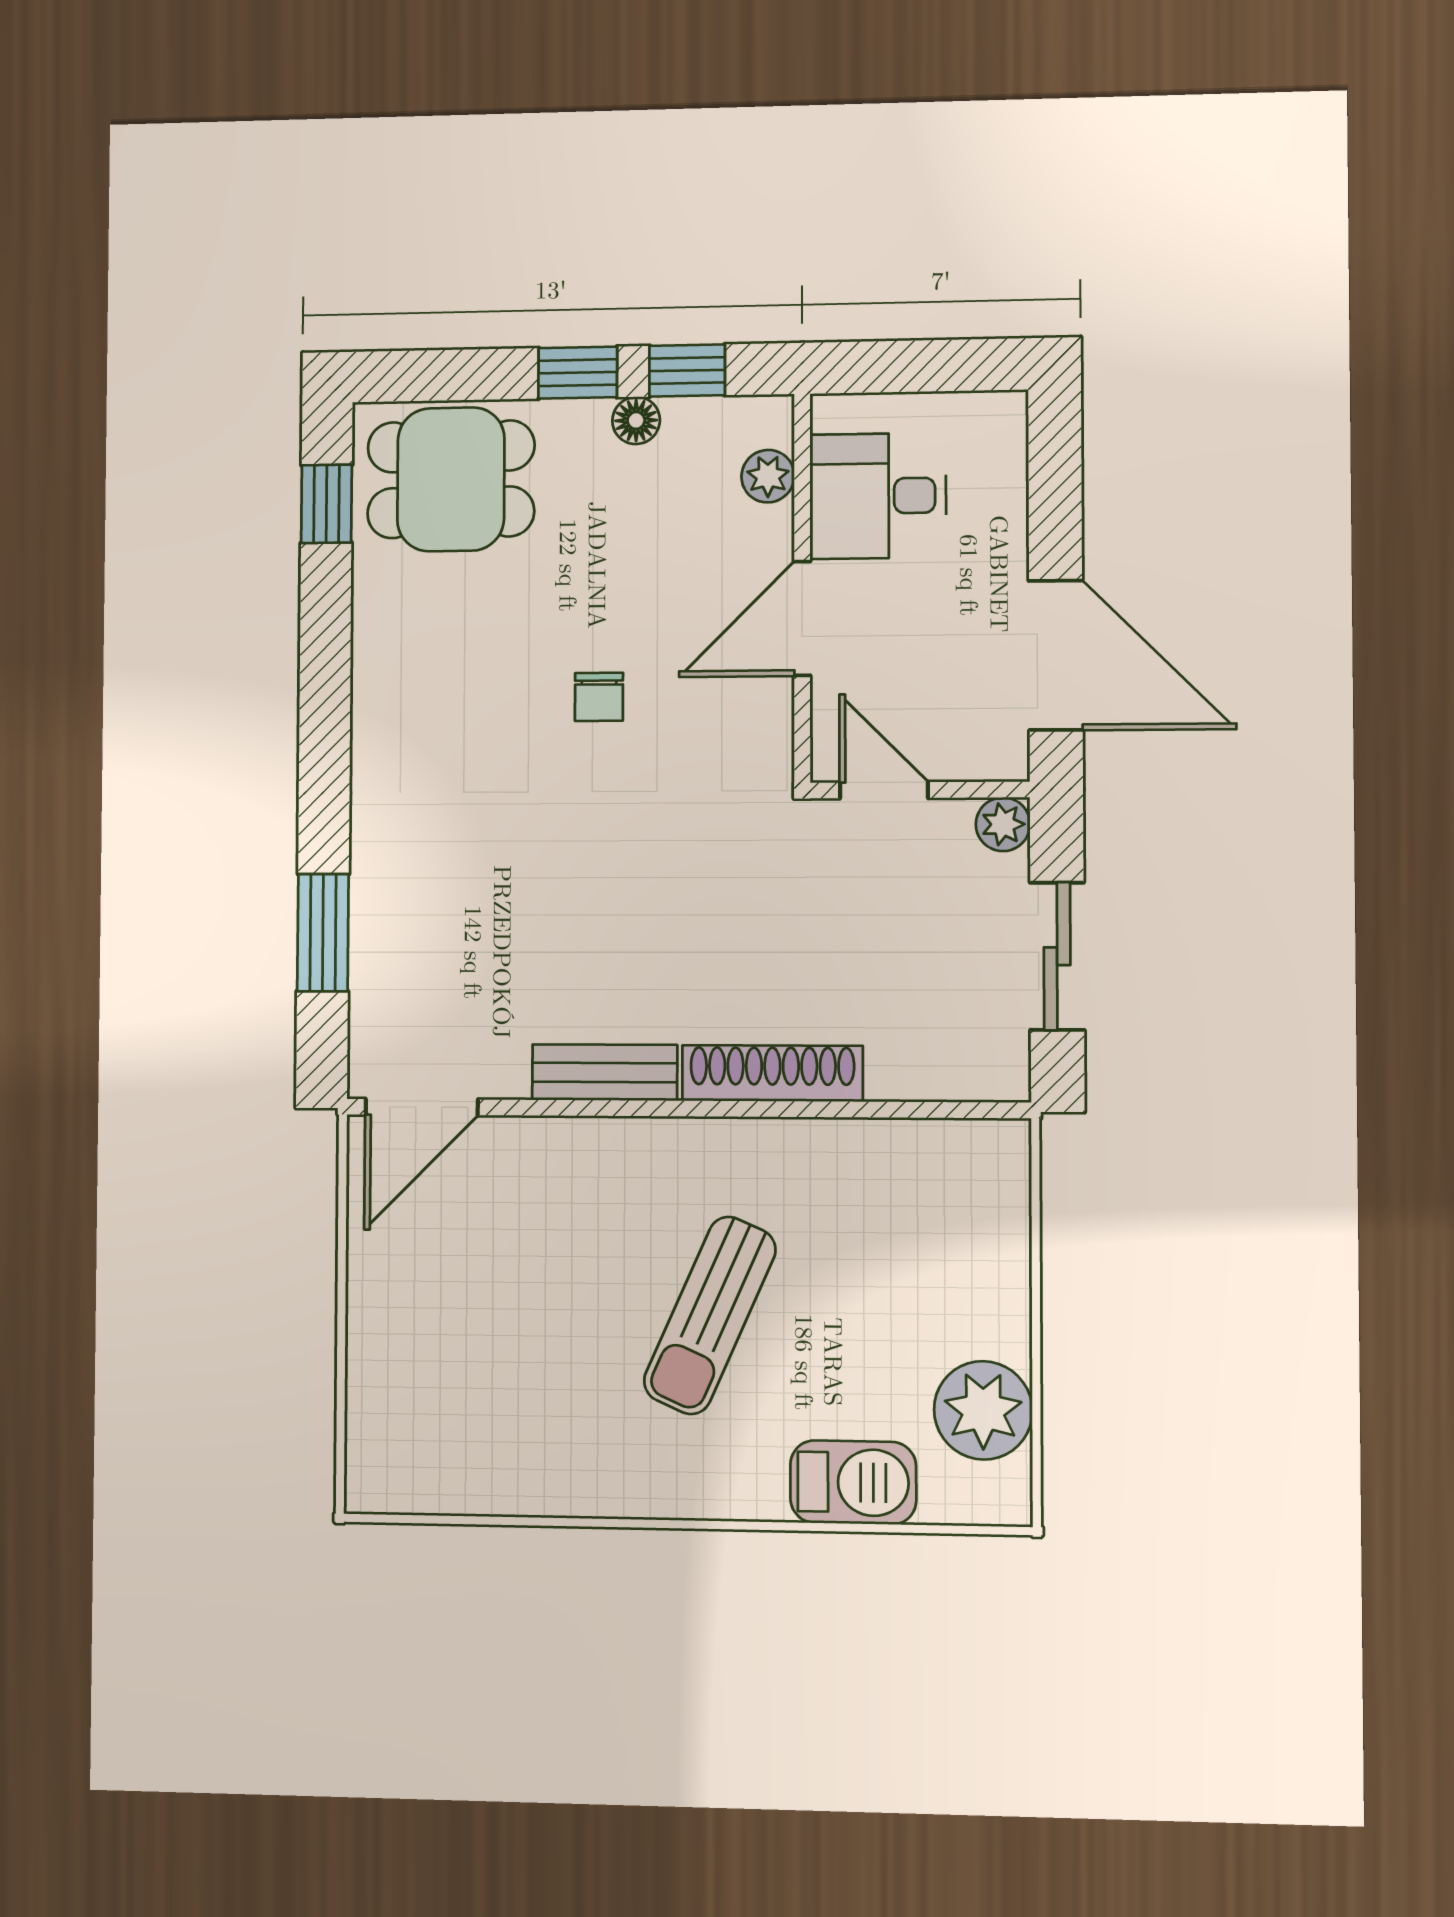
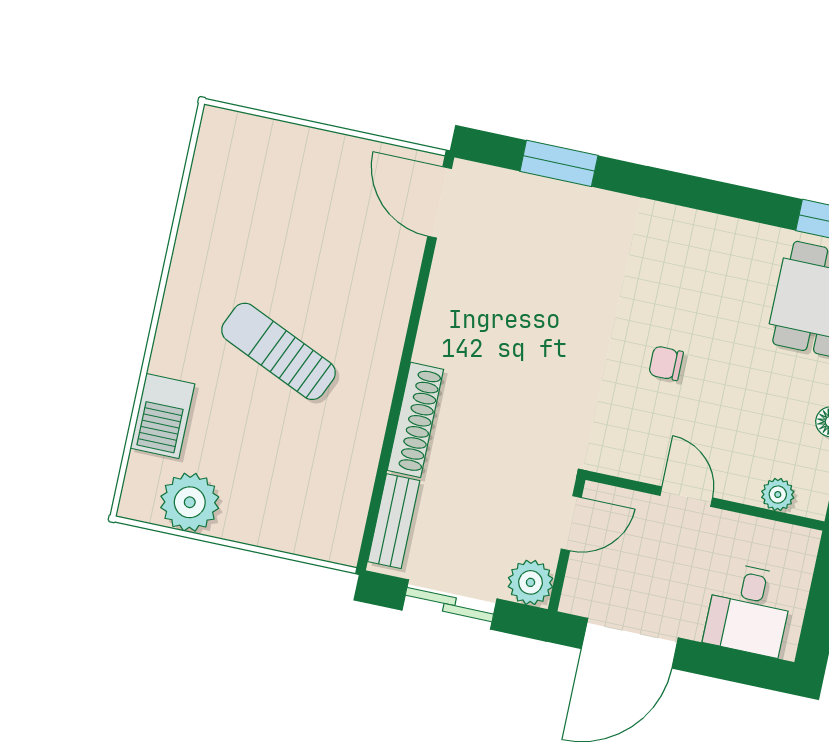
desk: (878, 496) -> (749, 610), moved, turned 180
door: (802, 618) -> (686, 497), width x0.73
plant: (1003, 824) -> (531, 582), width x1.38, depth x1.38
bench: (605, 1073) -> (394, 521), moved

